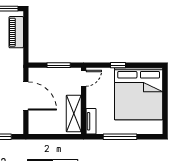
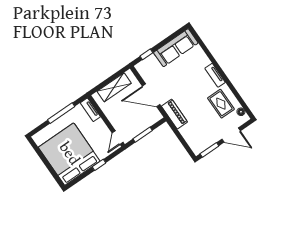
piano: (16, 32) -> (174, 114), moved
shelving: (74, 114) -> (114, 87), moved, turned 90

